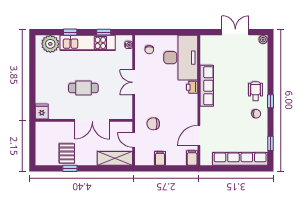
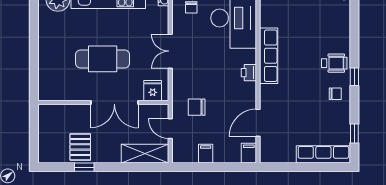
printer: (192, 87) -> (249, 73), moved
cafe table: (83, 88) -> (103, 59), width x1.37, depth x1.35
wheelchair: (256, 91) -> (334, 63), turned 90
fridge: (42, 112) -> (153, 91), moved
row of seats: (240, 159) -> (323, 154), width x0.73

